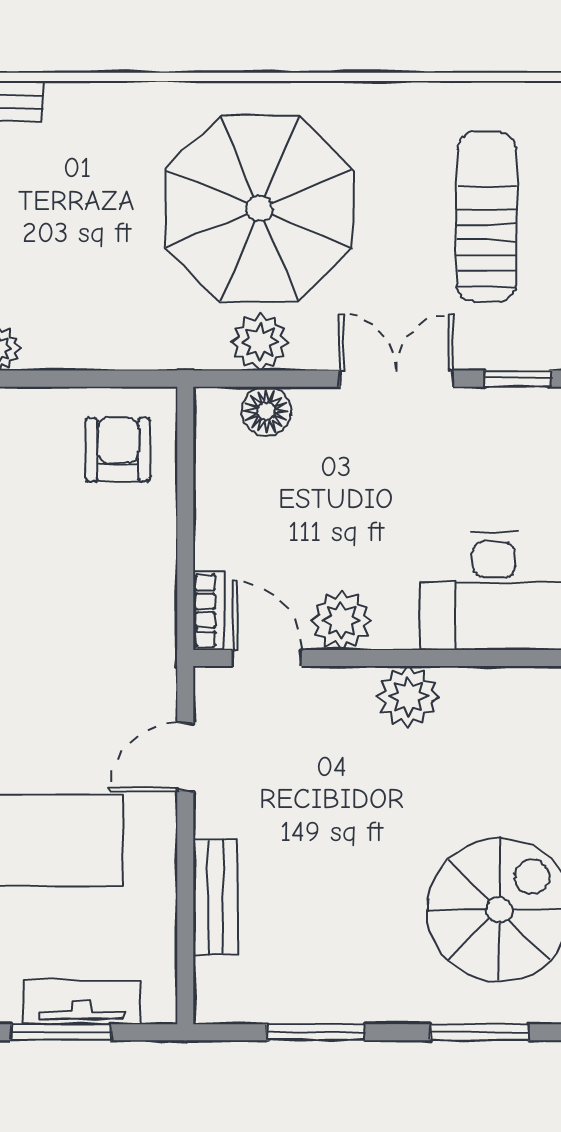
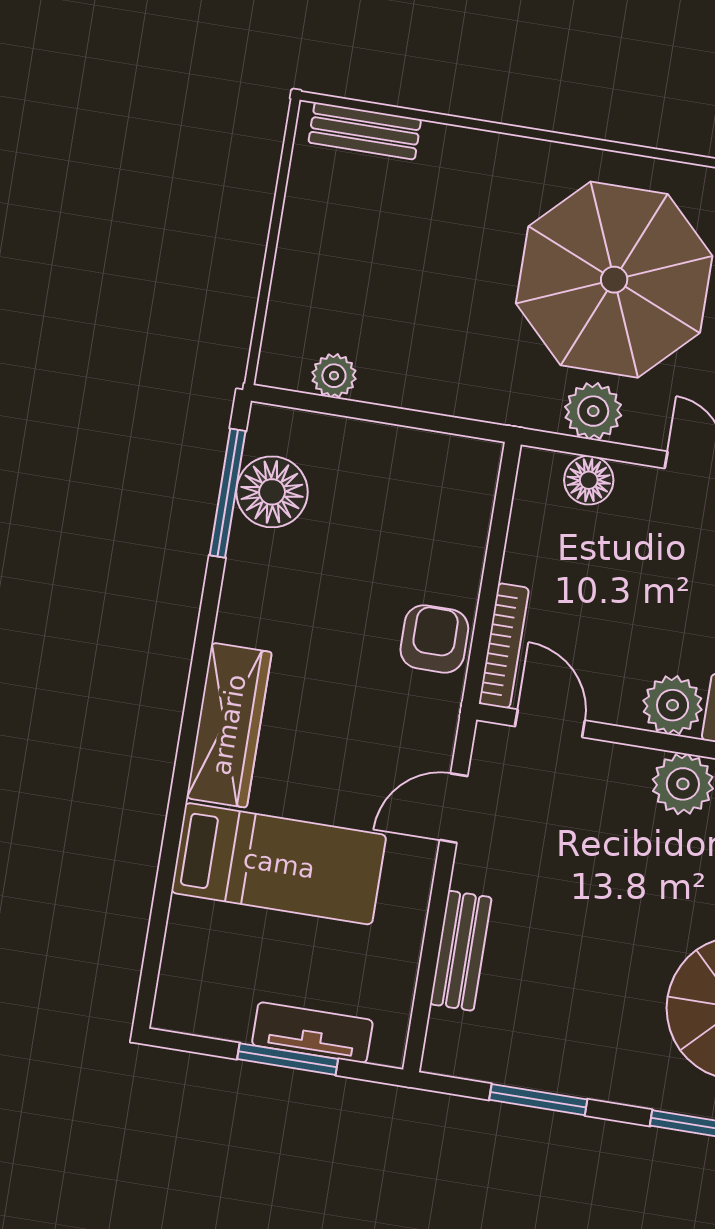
armchair: (118, 450) -> (434, 639), moved
bookcase: (209, 611) -> (504, 646), width x1.56
plant: (341, 620) -> (673, 705), moved

